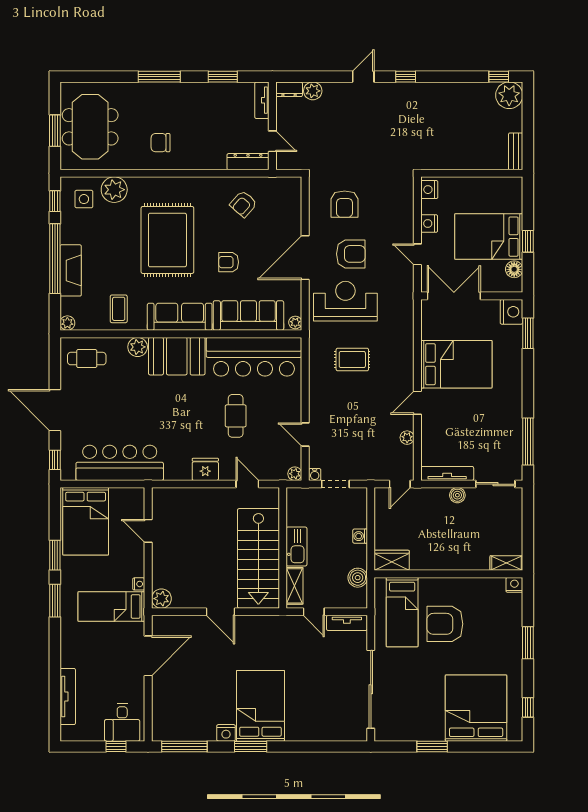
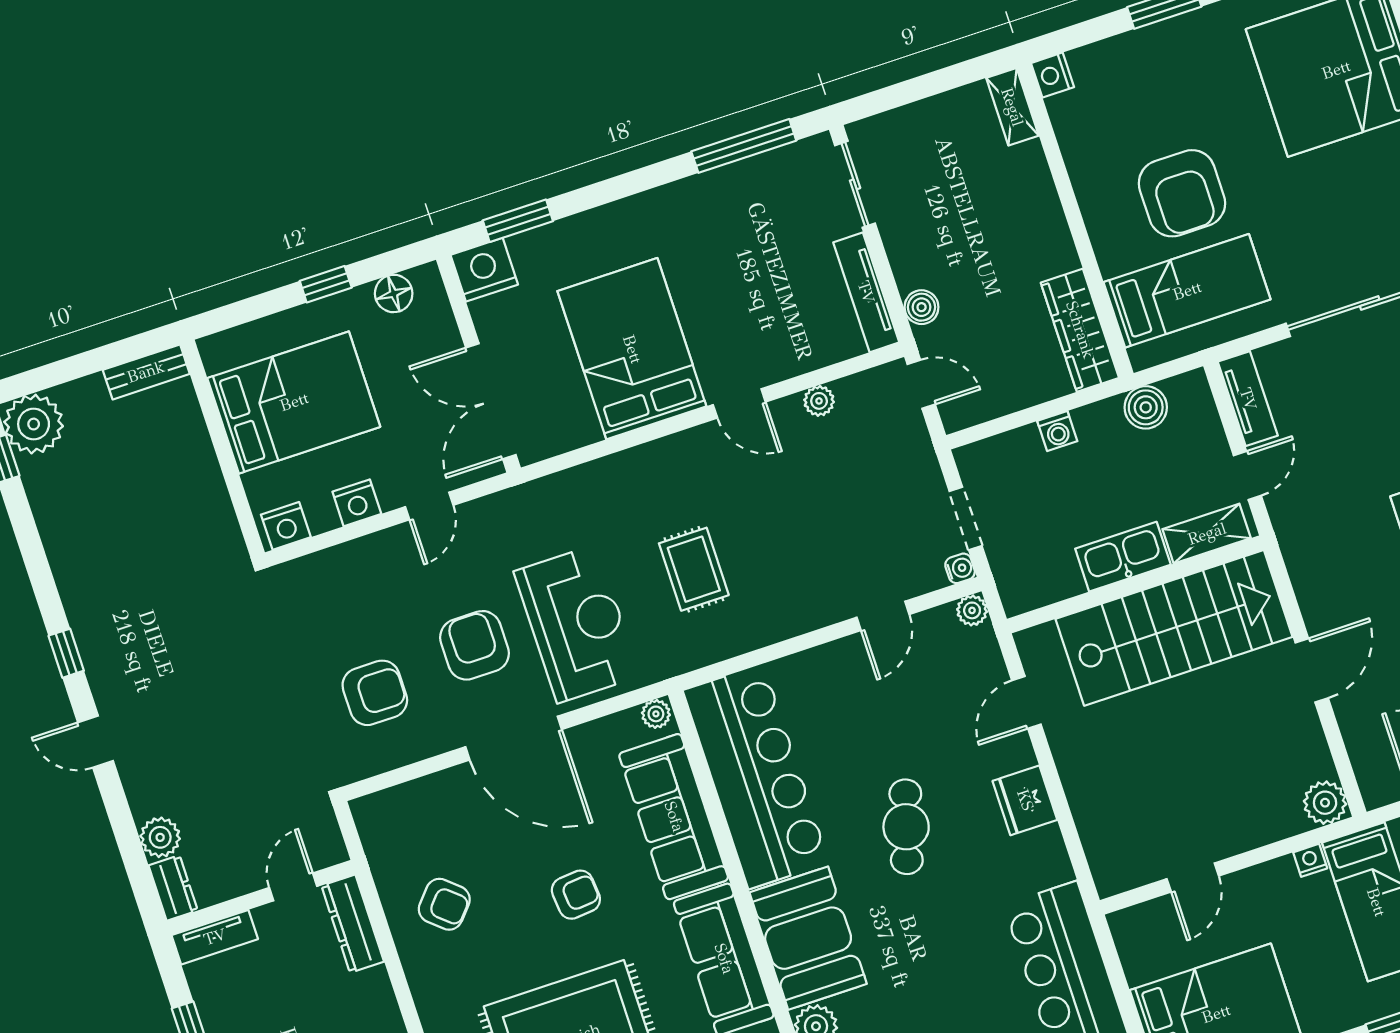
bed: (489, 237) -> (294, 402), moved, turned -90
armchair: (229, 262) -> (576, 895), turned -95
reception desk: (345, 301) -> (577, 624), turned 180
cafe table: (236, 416) -> (906, 827), moved, turned -73
boiler: (457, 495) -> (922, 307), moved
wardrobe: (392, 560) -> (1080, 330), width x1.50

